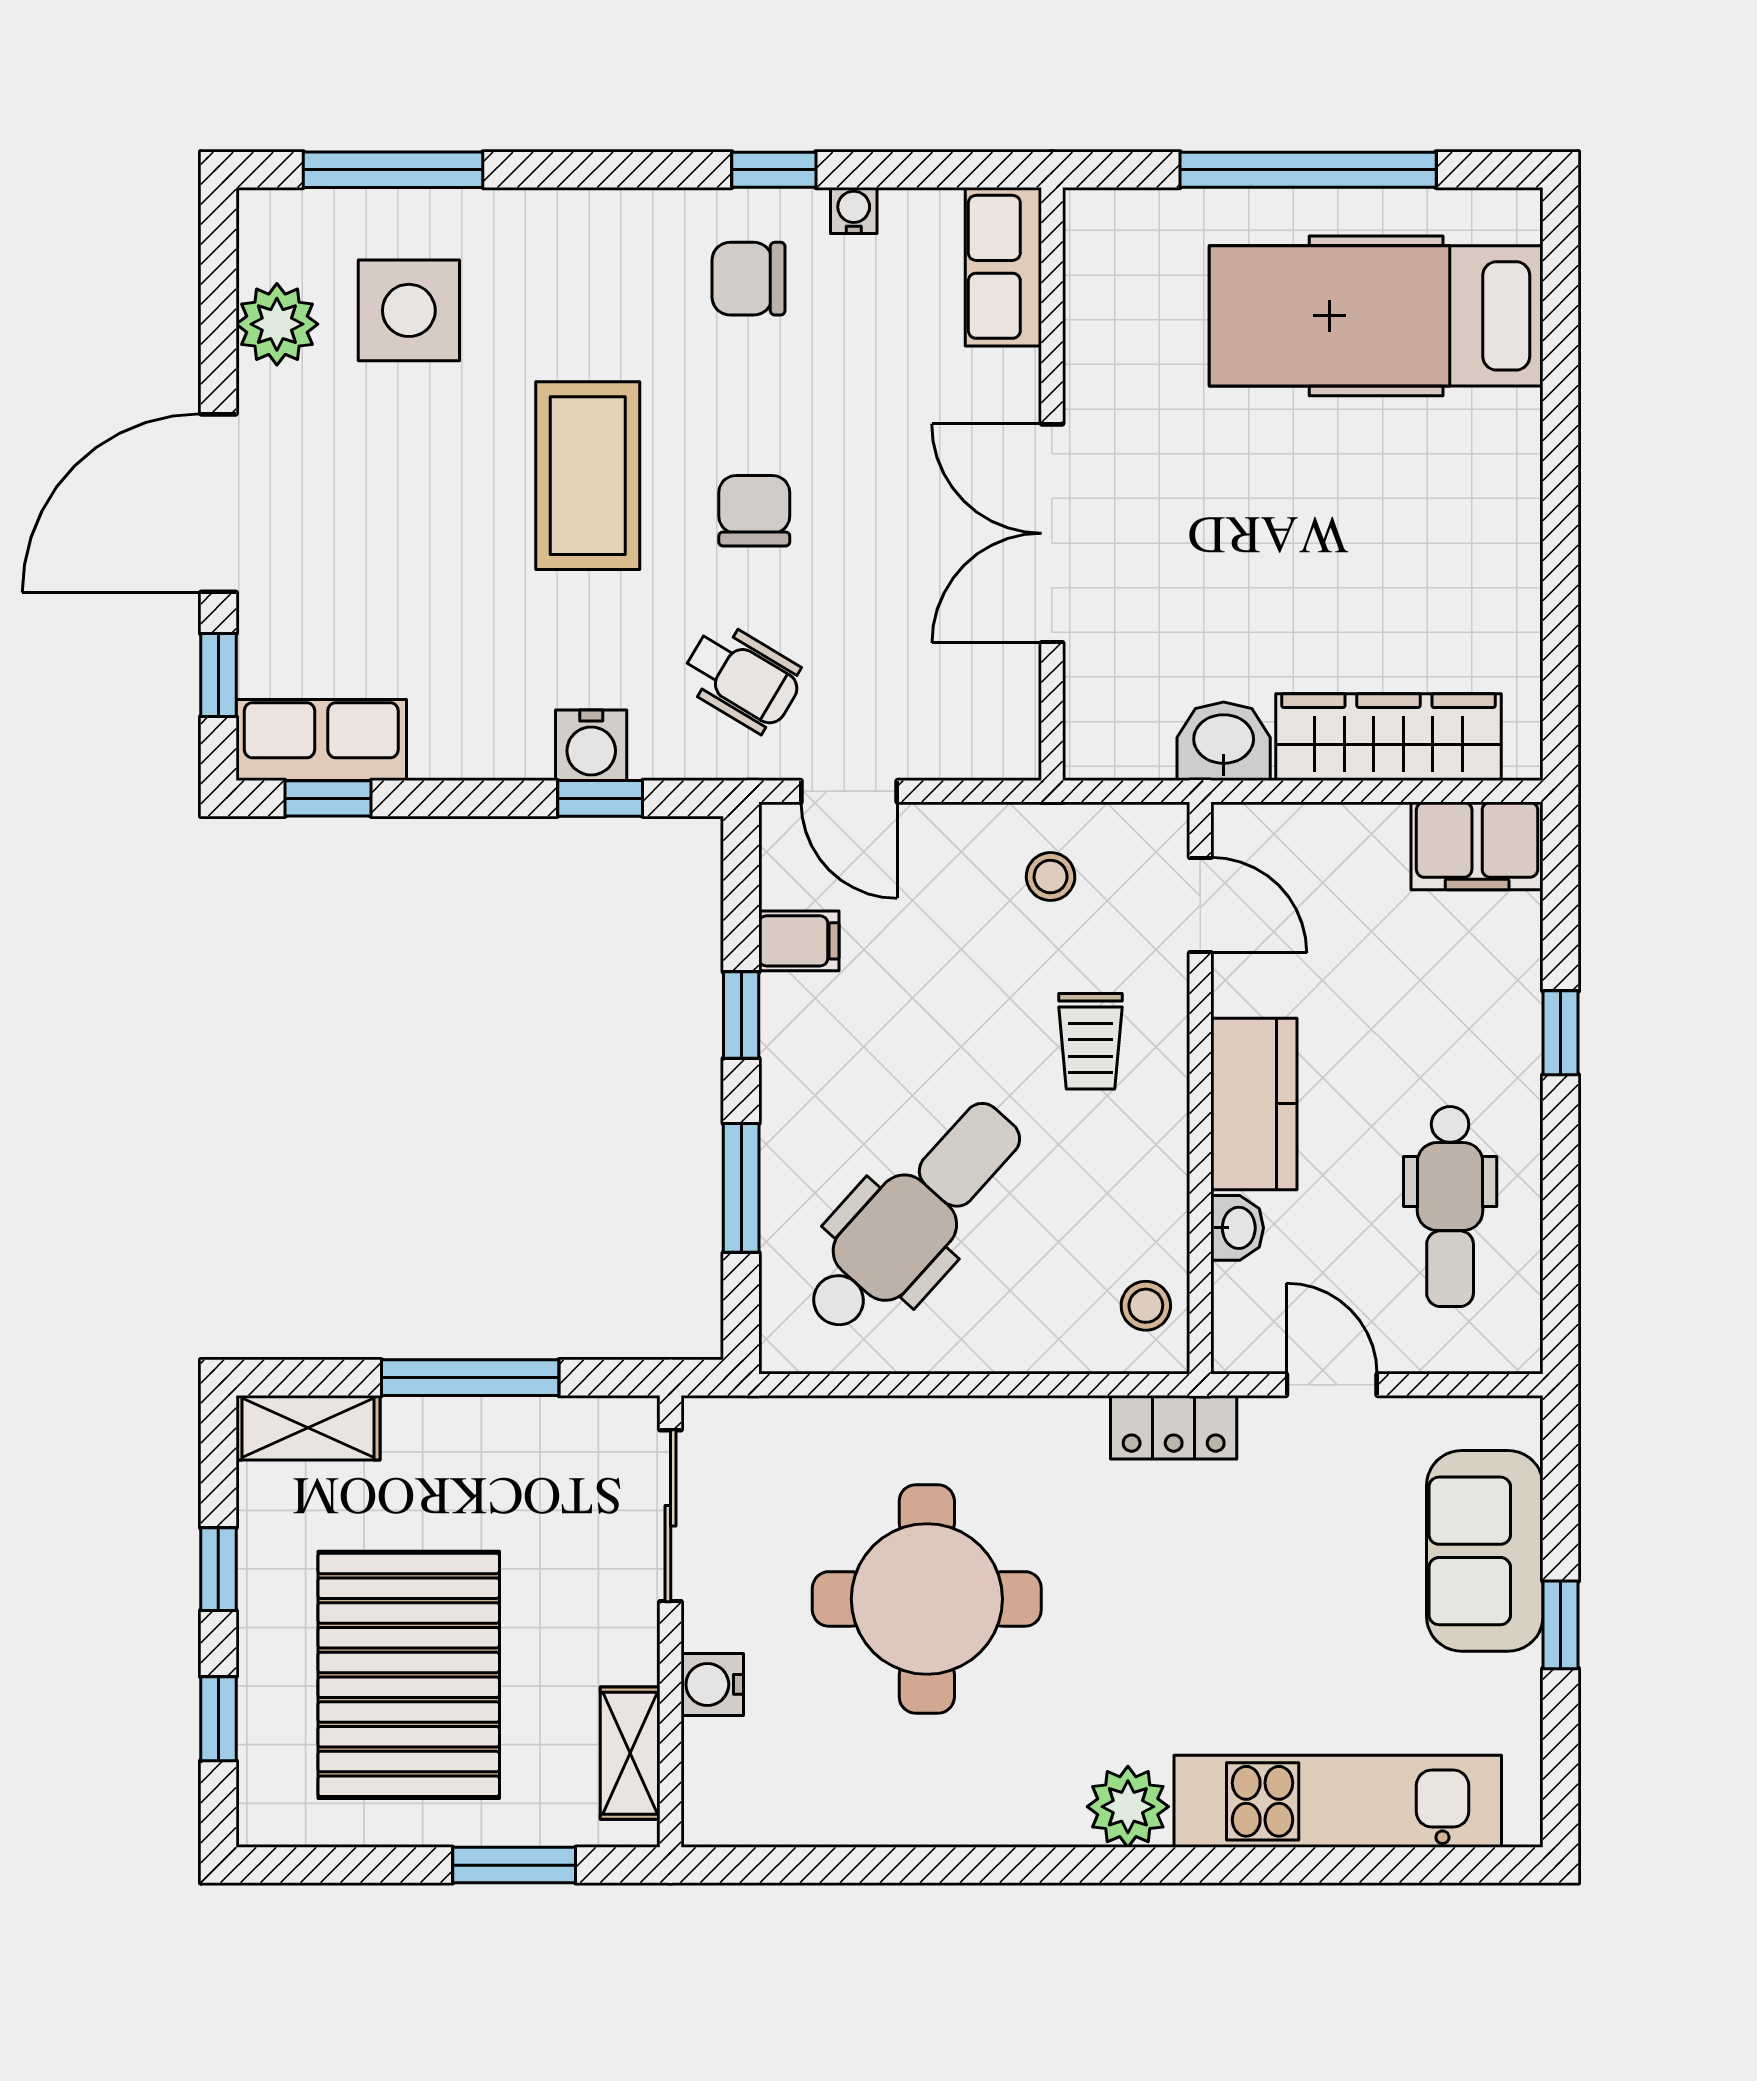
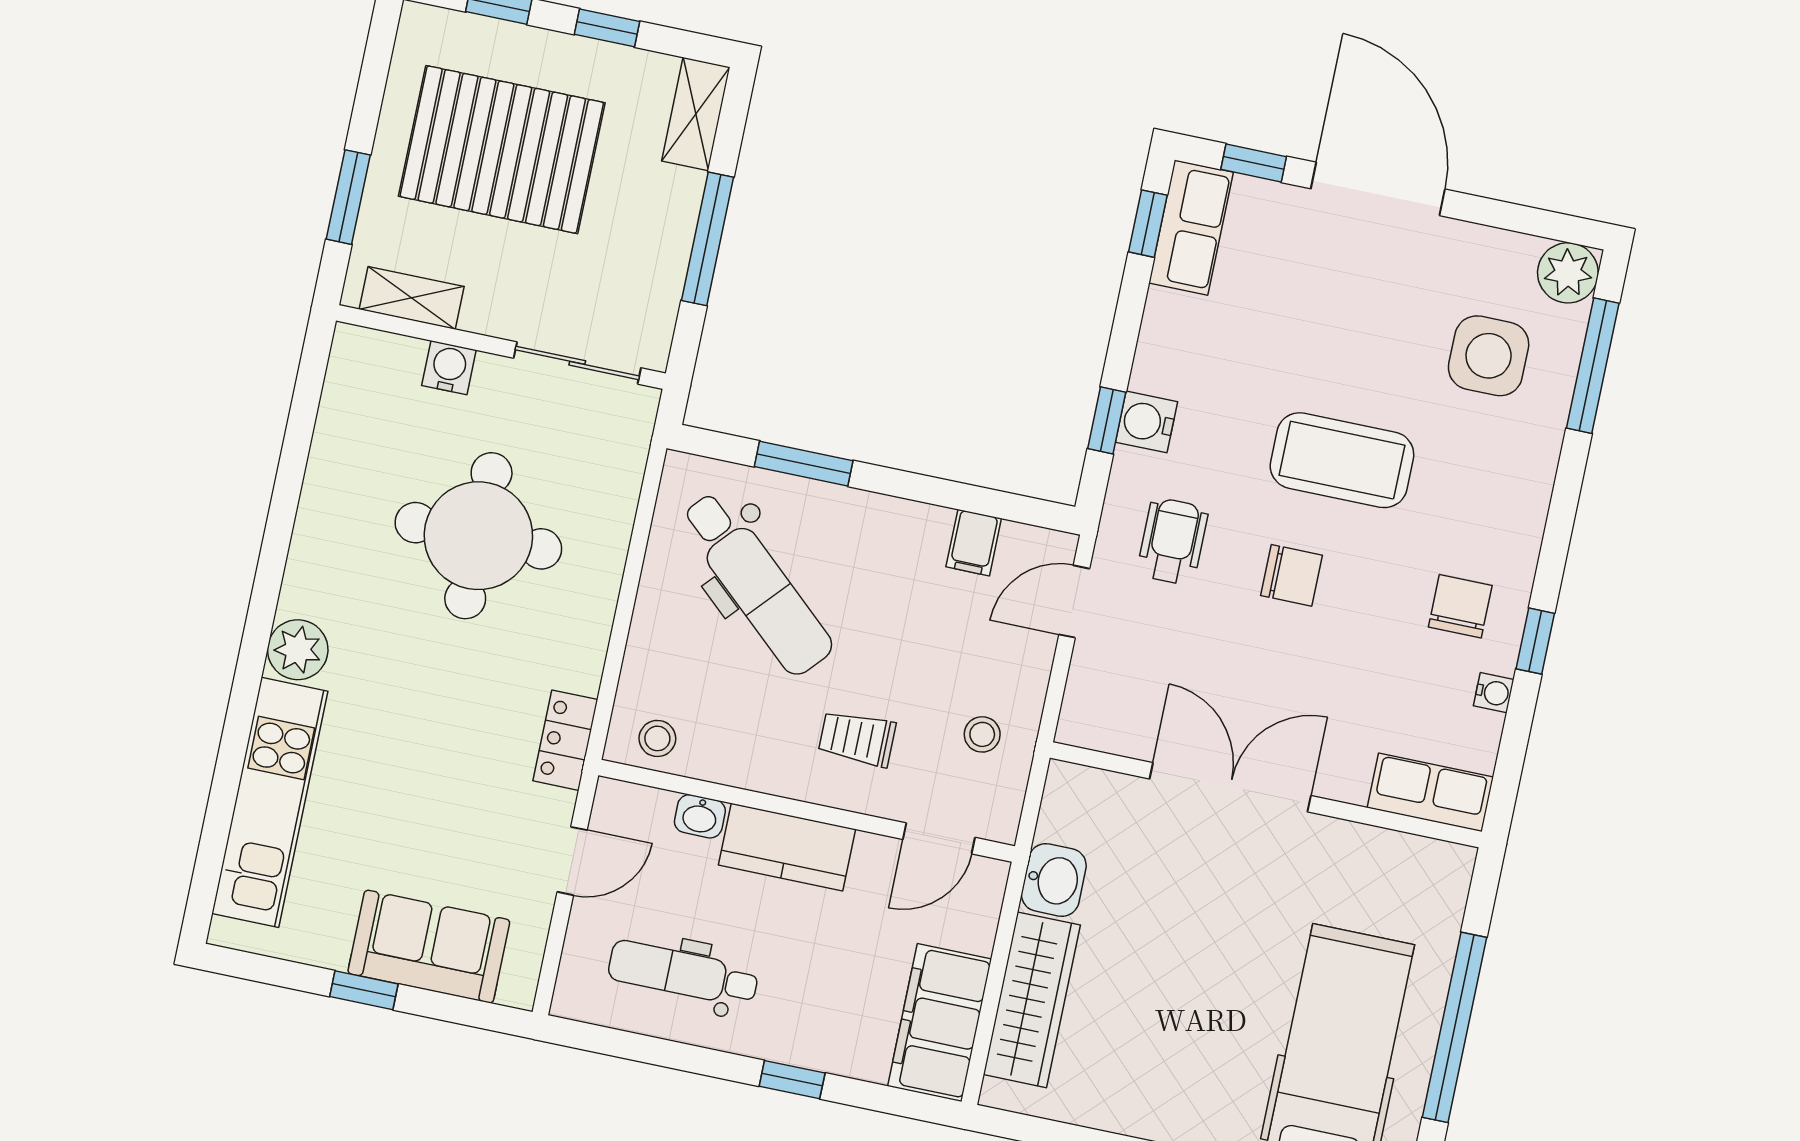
plant: (277, 324) -> (1568, 273), moved
wheelchair: (742, 678) -> (1173, 541), turned 149
filing cabinet: (1477, 846) -> (940, 1023), width x1.50, depth x1.17
window: (741, 1015) -> (929, 490), removed

